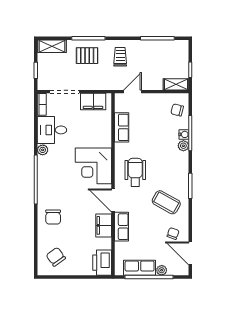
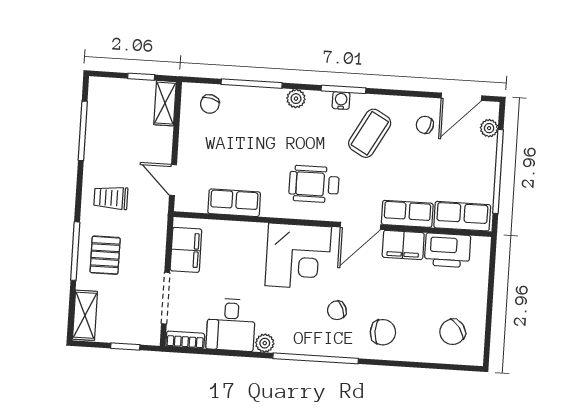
water cooler: (184, 134) -> (341, 100), moved
plant: (183, 146) -> (296, 99), moved
chair: (64, 190) -> (337, 310), added
printer: (102, 263) -> (448, 250), moved
row of seats: (140, 268) -> (462, 216), moved, turned 90
plant: (162, 270) -> (489, 128), moved

